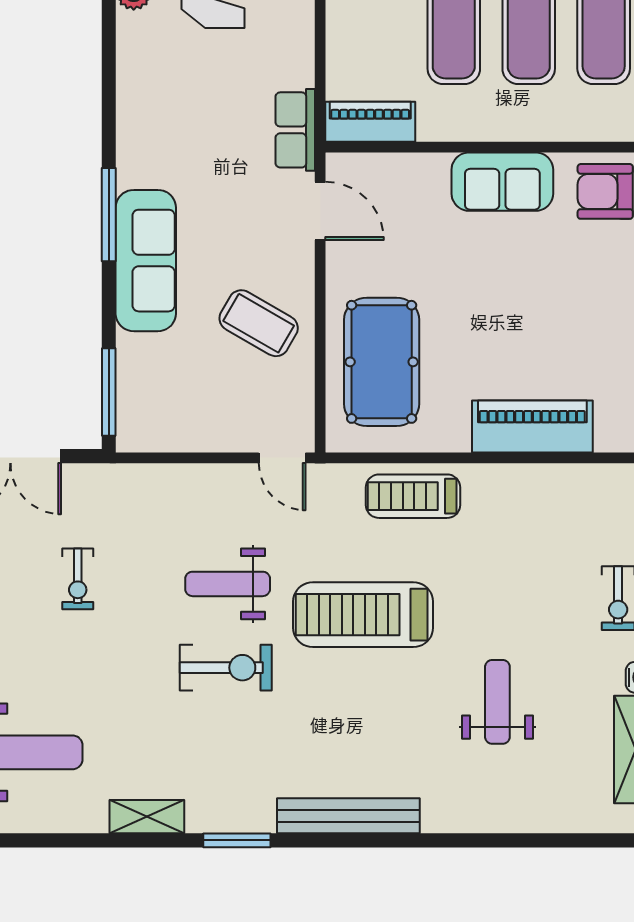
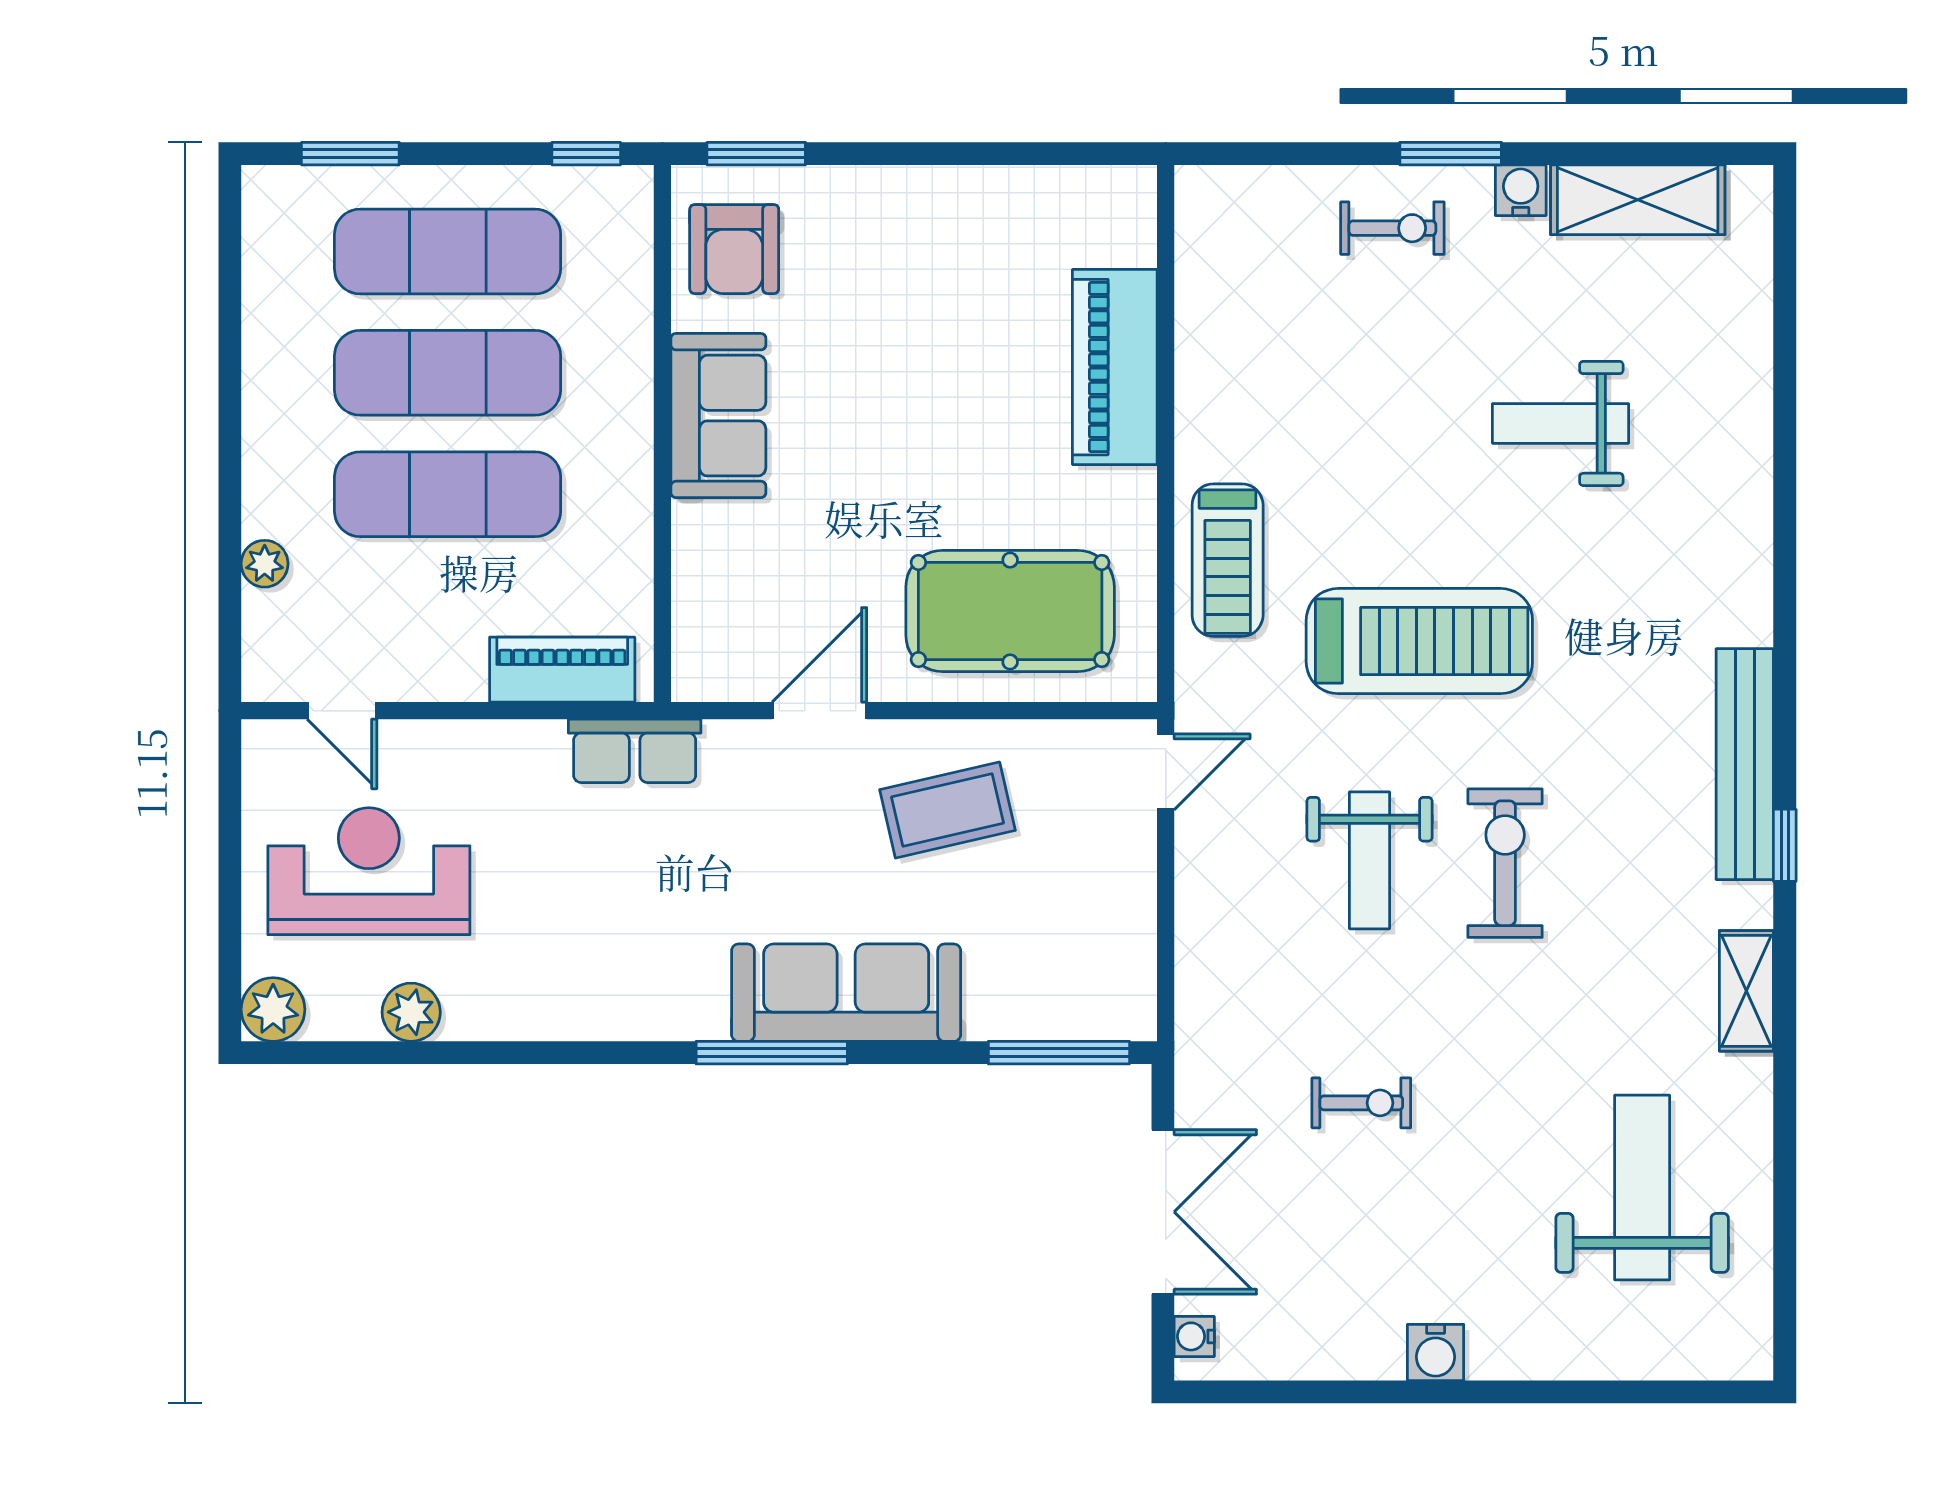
piano: (370, 122) -> (562, 670), moved, turned 90
door: (320, 211) -> (819, 711), moved
coffee table: (259, 323) -> (948, 810), turned 47
treadmill: (363, 615) -> (1419, 641), turned -90
bench: (348, 816) -> (1745, 764), moved
window: (237, 840) -> (1785, 845), width x0.67

